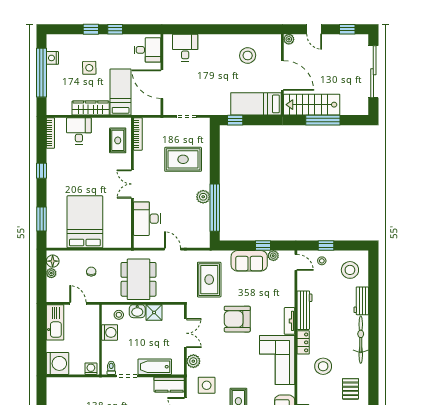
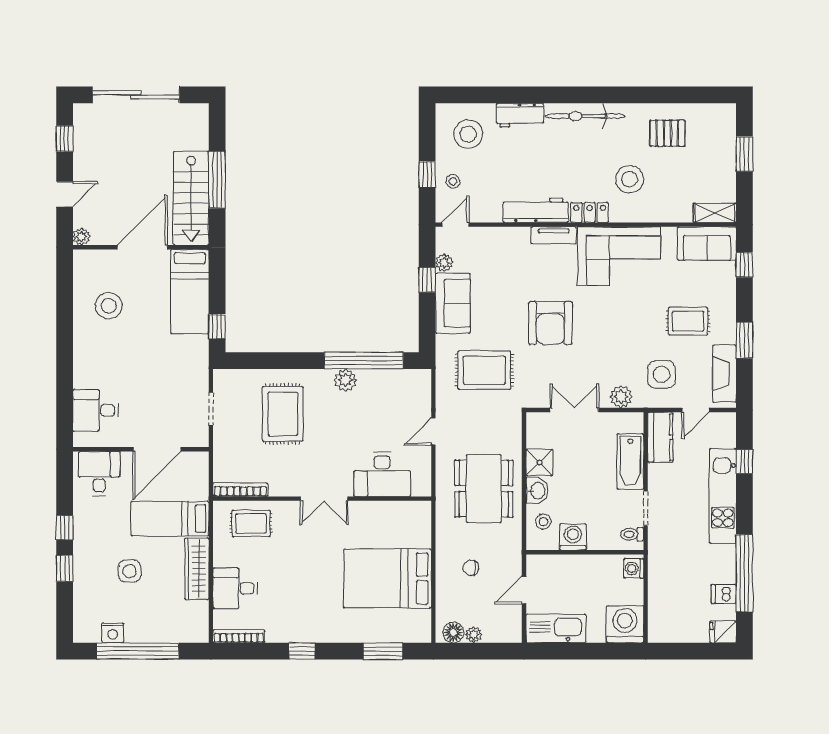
dining table: (139, 279) -> (484, 489), turned 90

